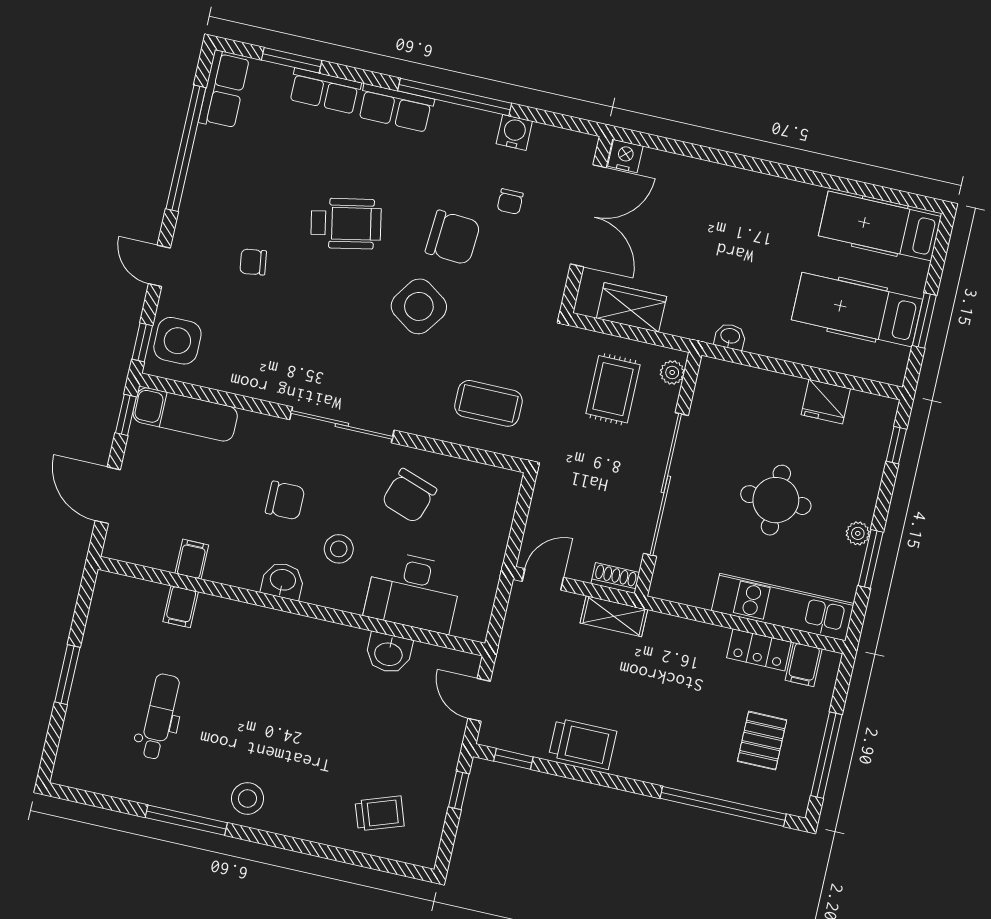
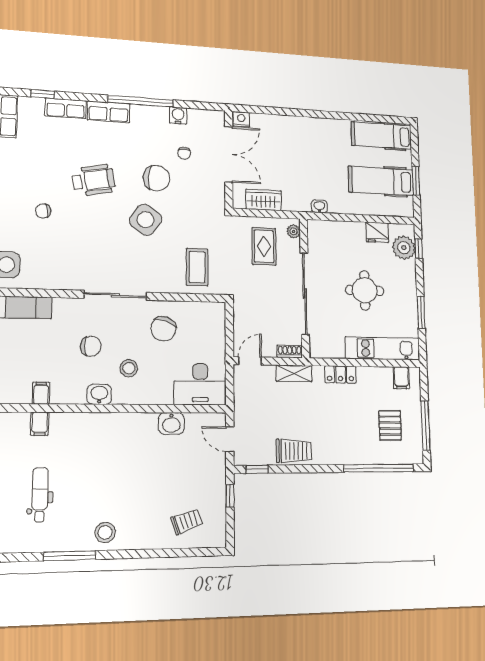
window: (292, 60) -> (43, 94), width x0.67
coffee table: (488, 403) -> (197, 267), turned 90
plant: (858, 533) -> (404, 248), moved, width x1.88, depth x1.88
desk: (413, 592) -> (200, 384), moved
locker: (759, 650) -> (340, 374), moved

